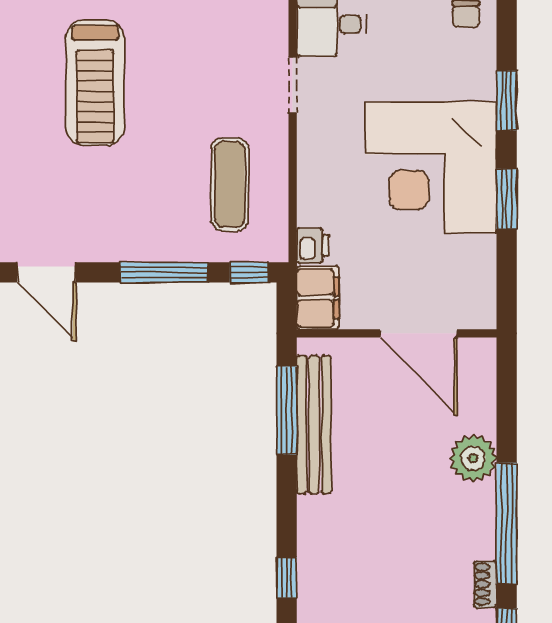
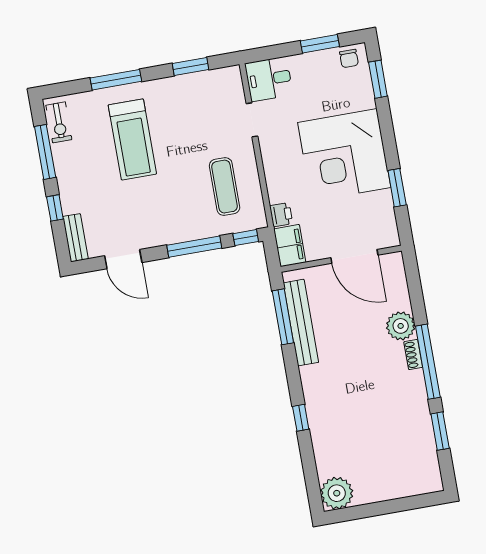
window: (507, 101) -> (378, 79), moved
window: (507, 199) -> (397, 188), moved
shoe rack: (485, 584) -> (413, 355), moved

